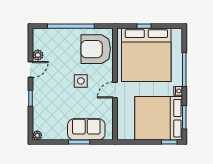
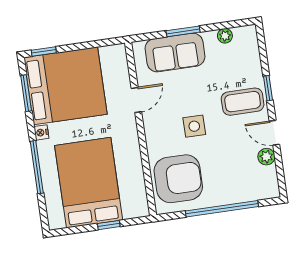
bed: (146, 55) -> (89, 183), width x0.73
door: (31, 69) -> (274, 133), hinge flipped
door: (115, 90) -> (136, 100), moved
coffee table: (48, 92) -> (243, 102), added
plant: (37, 135) -> (225, 36), moved

